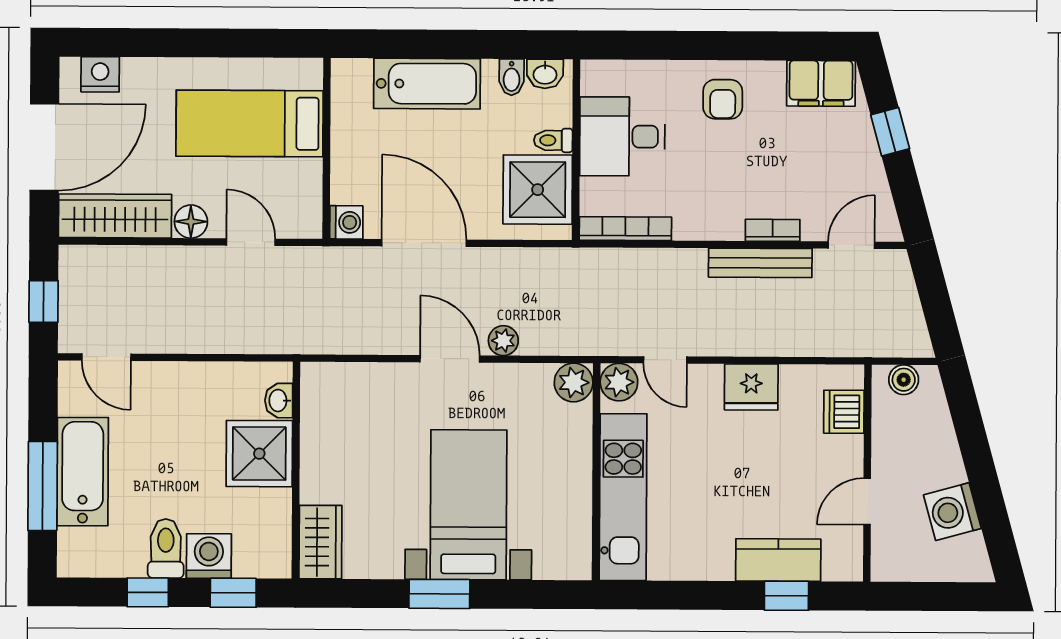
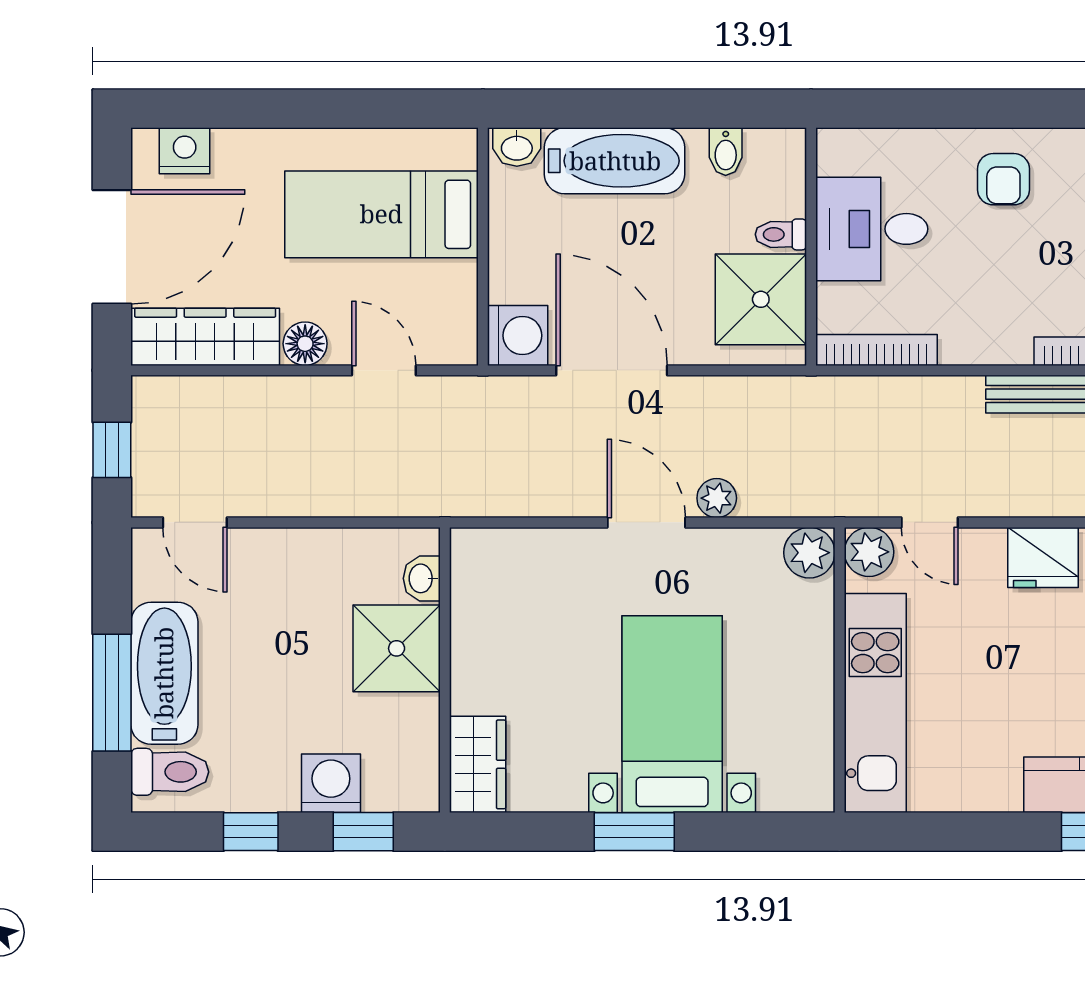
washbasin: (545, 74) -> (517, 147), moved
washing machine: (346, 222) -> (518, 335), width x1.38, depth x1.38
toilet: (166, 548) -> (170, 772), moved, turned 90

